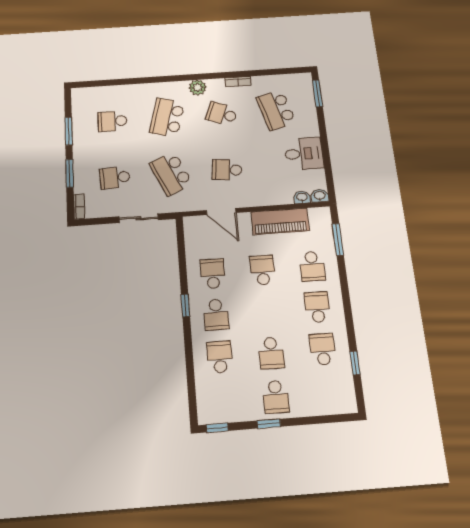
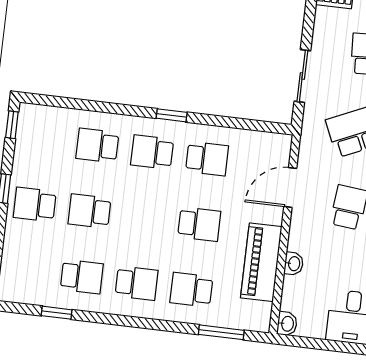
washbasin: (302, 197) -> (294, 264), moved
school desk: (220, 357) -> (97, 146), turned 180

